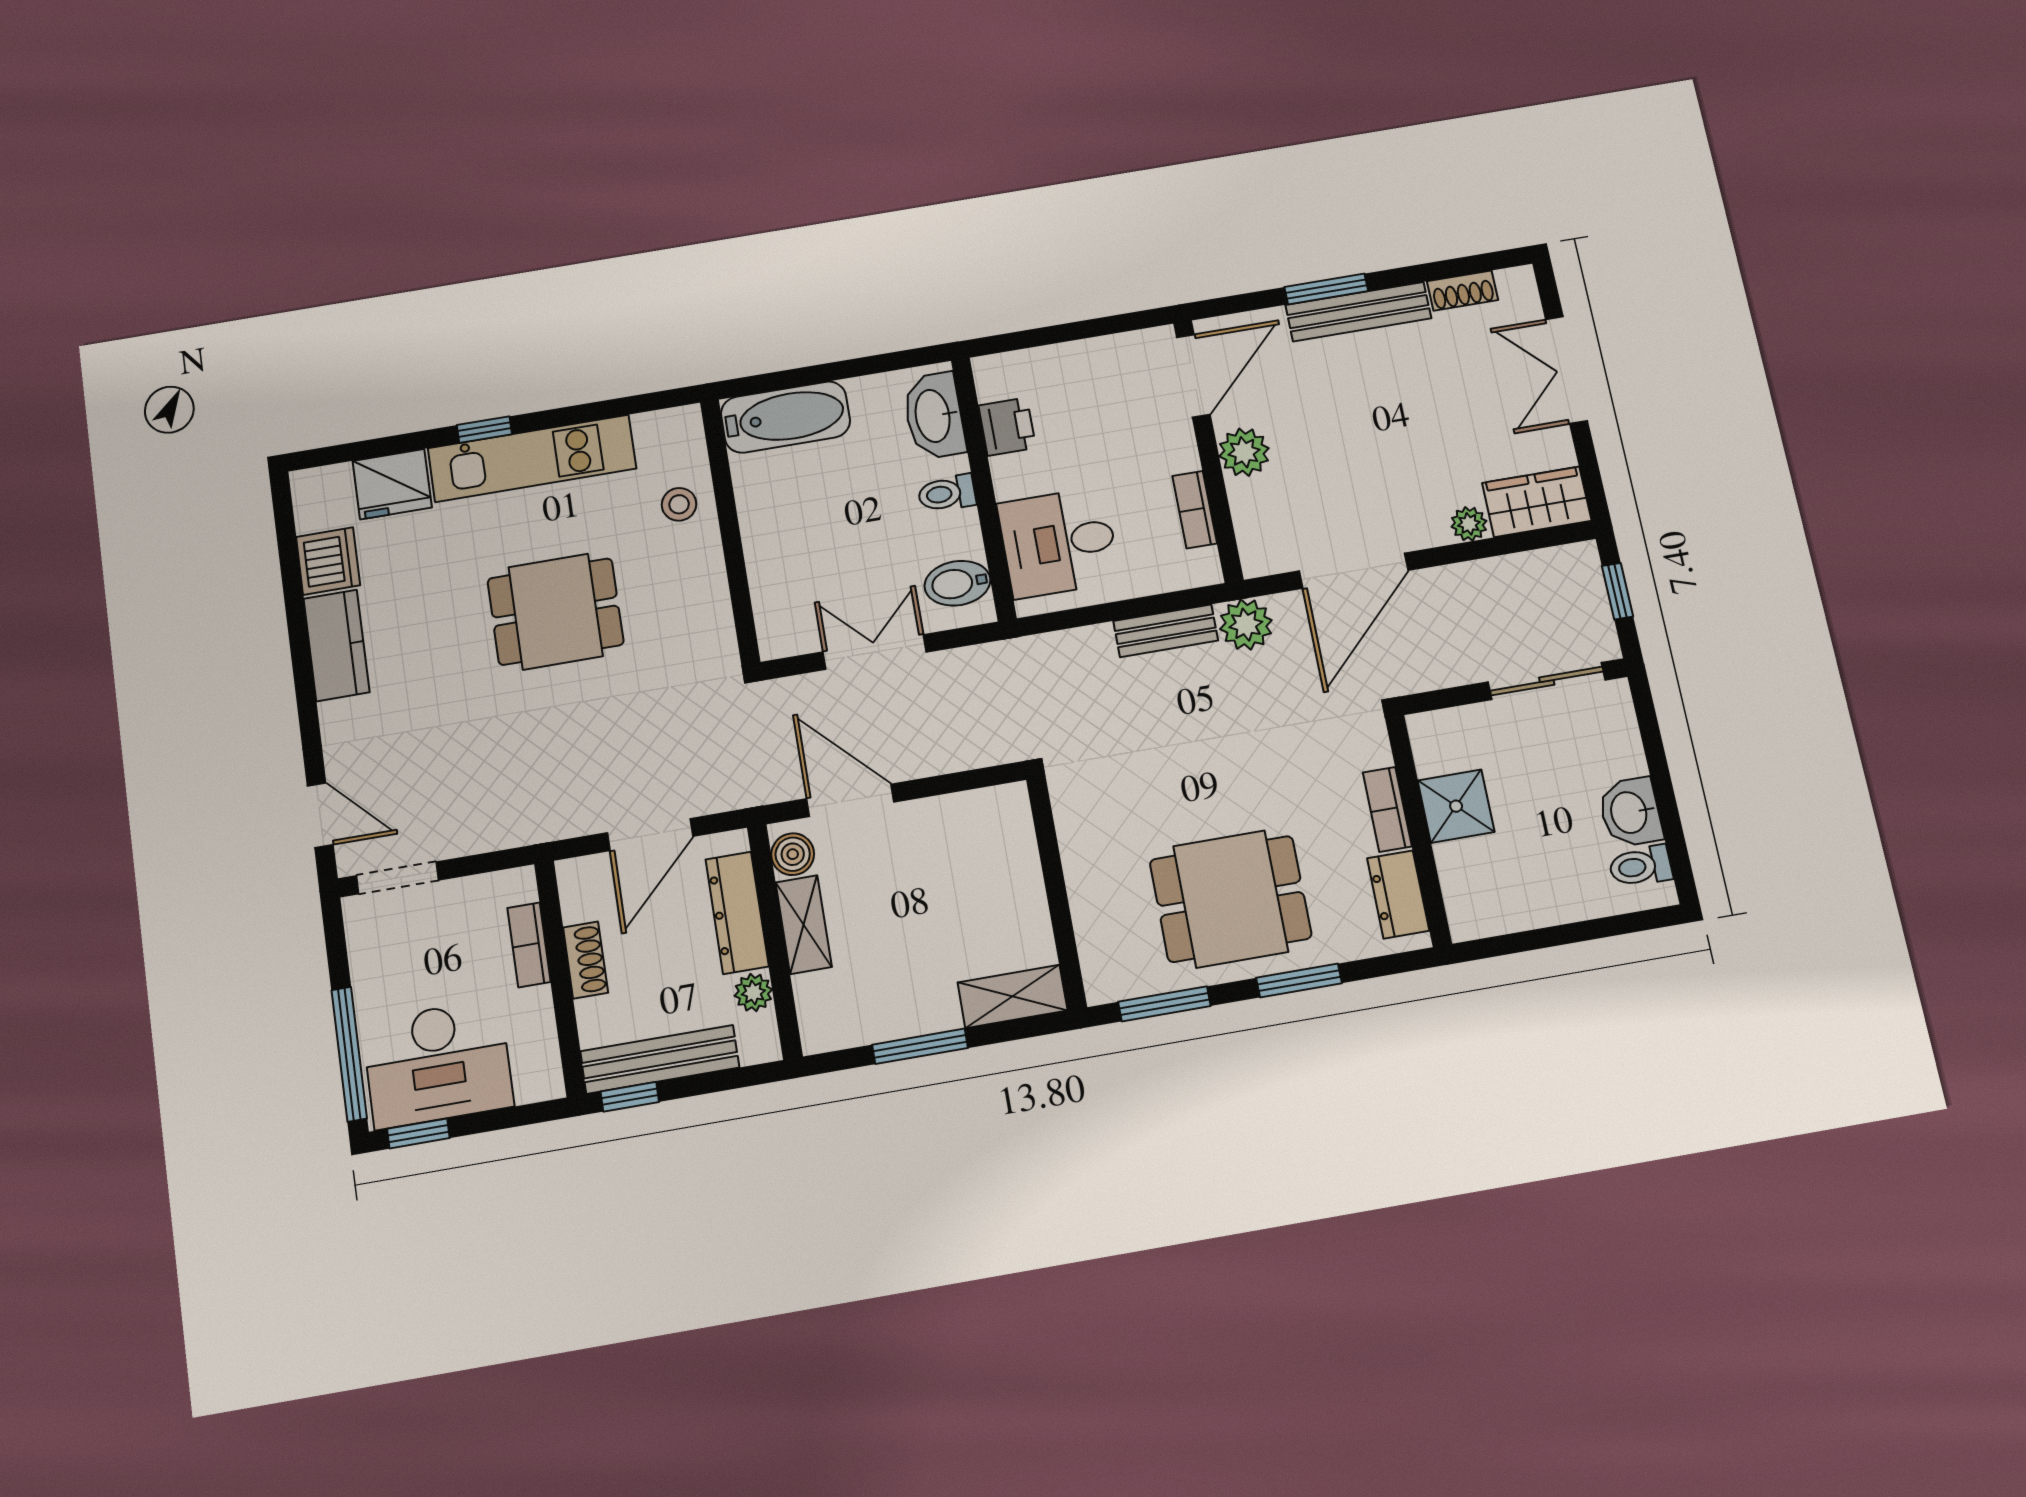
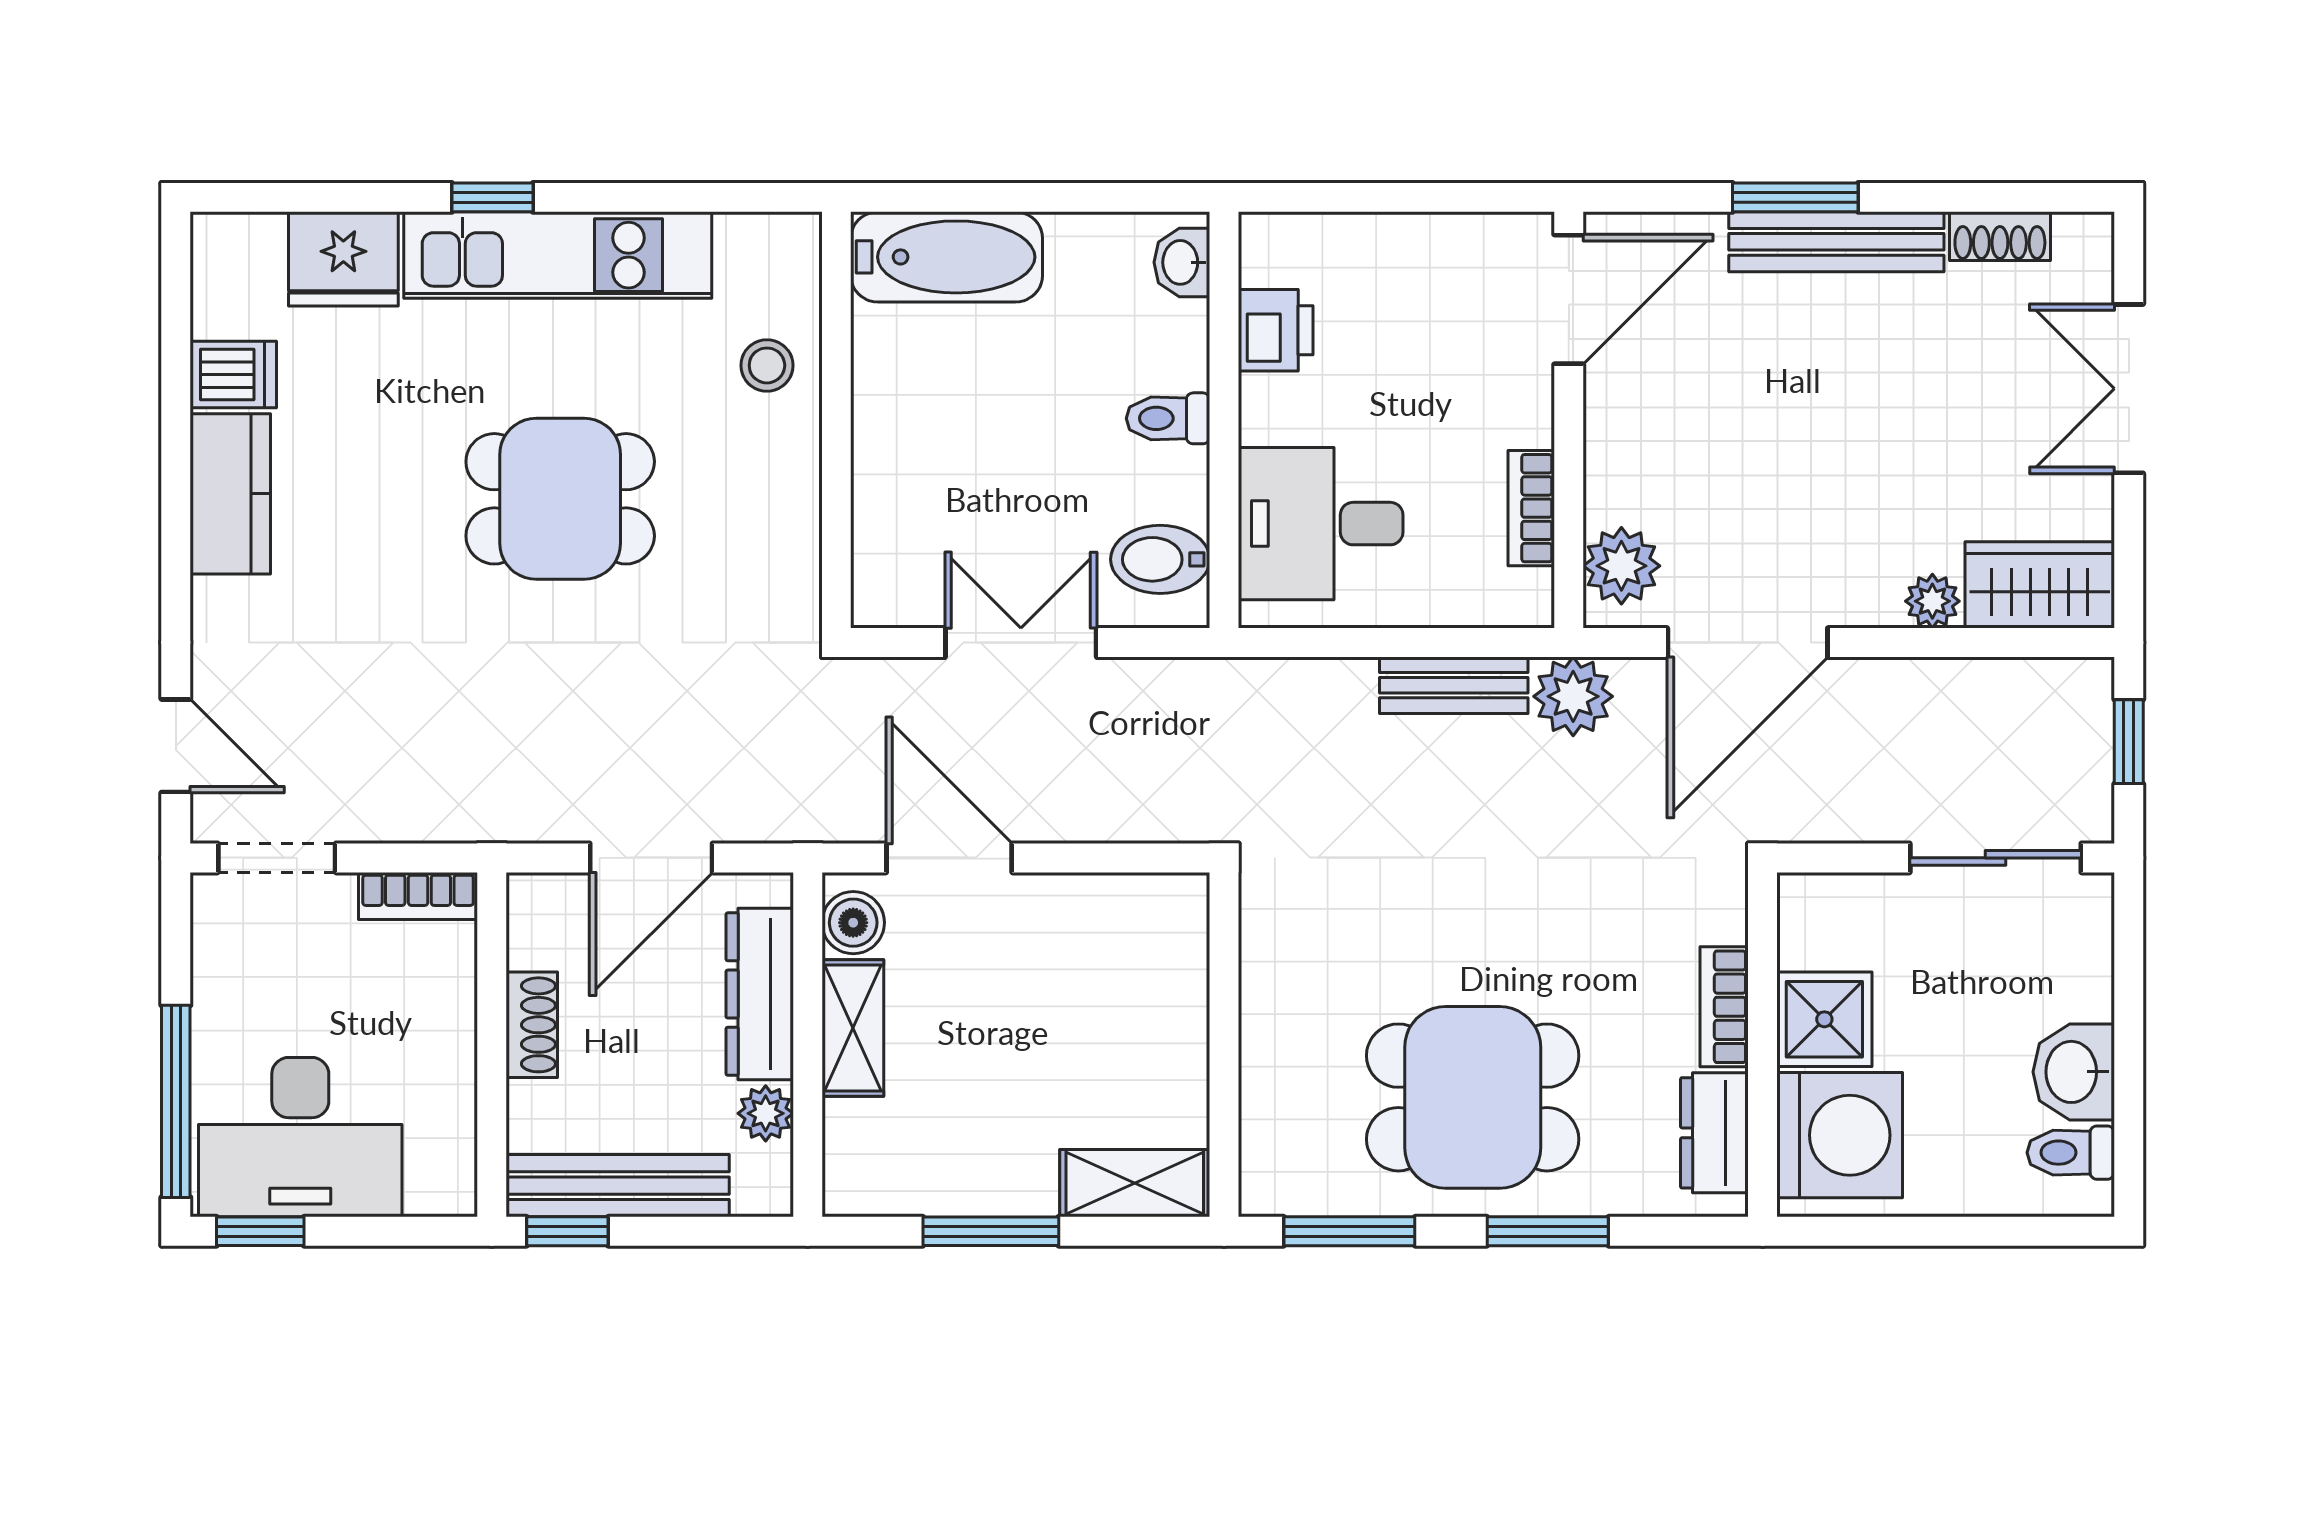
washbasin: (934, 416) -> (1182, 262), width x0.52, depth x0.69
plant: (1244, 452) -> (1621, 566), moved
dishwasher: (328, 561) -> (233, 375), width x0.73
washing machine: (1483, 881) -> (1840, 1135), added
bookcase: (529, 945) -> (418, 896), moved, turned -90

